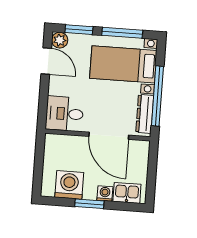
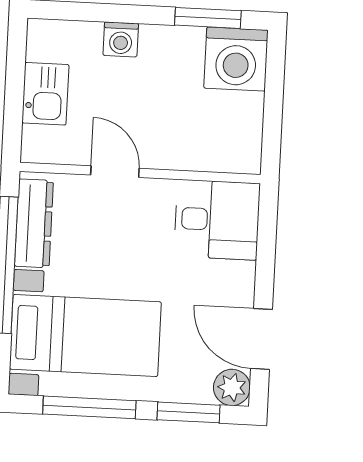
door: (109, 136) -> (115, 172), width x0.53
washing machine: (69, 185) -> (236, 59), moved
kitchen sink: (127, 193) -> (45, 94), moved, turned -90
window: (89, 204) -> (208, 18), moved

